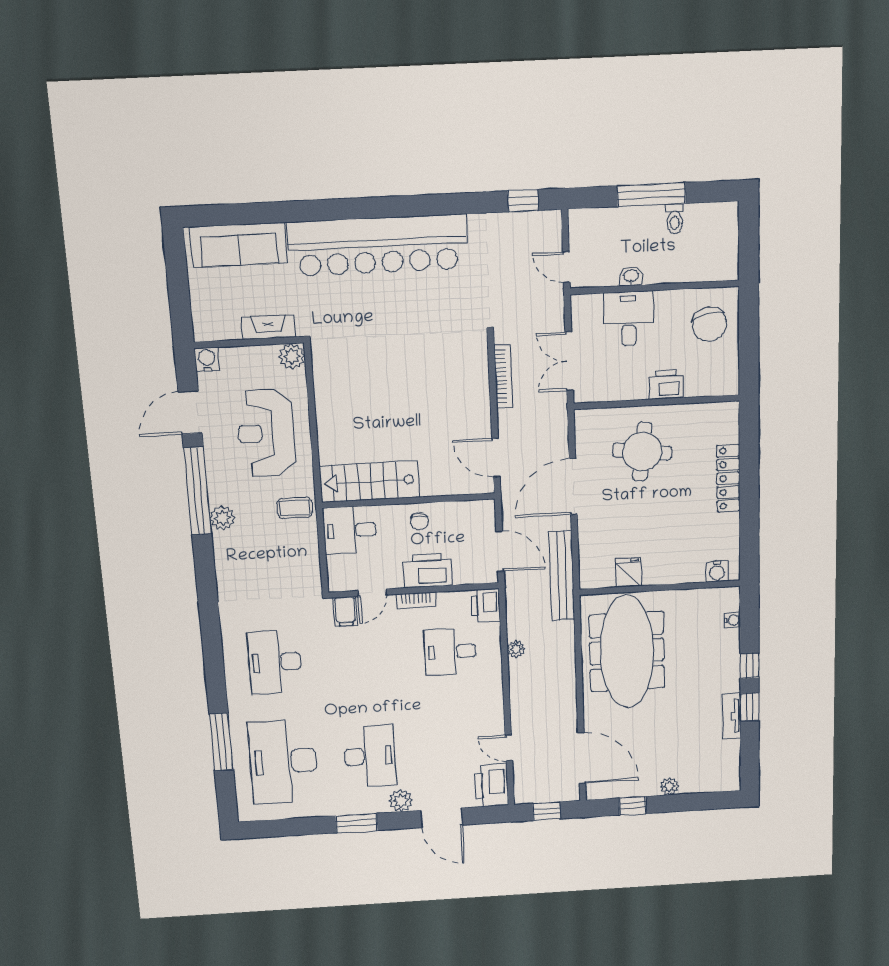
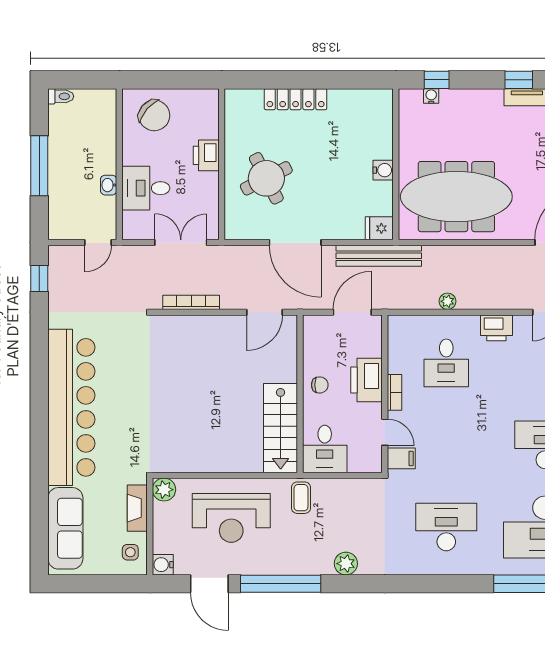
toilet: (675, 219) -> (61, 96), moved
side table: (218, 322) -> (130, 552), added
chair: (709, 324) -> (154, 115), turned 54
double door: (569, 361) -> (181, 243), swing flipped
round table: (642, 452) -> (266, 178), turned -34
plant: (223, 518) -> (346, 564), moved
water cooler: (717, 571) -> (383, 170), moved
fridge: (628, 572) -> (379, 228), moved
printer: (486, 605) -> (496, 328), moved
desk: (275, 662) -> (446, 527), turned 180
window: (750, 666) -> (437, 80), moved

